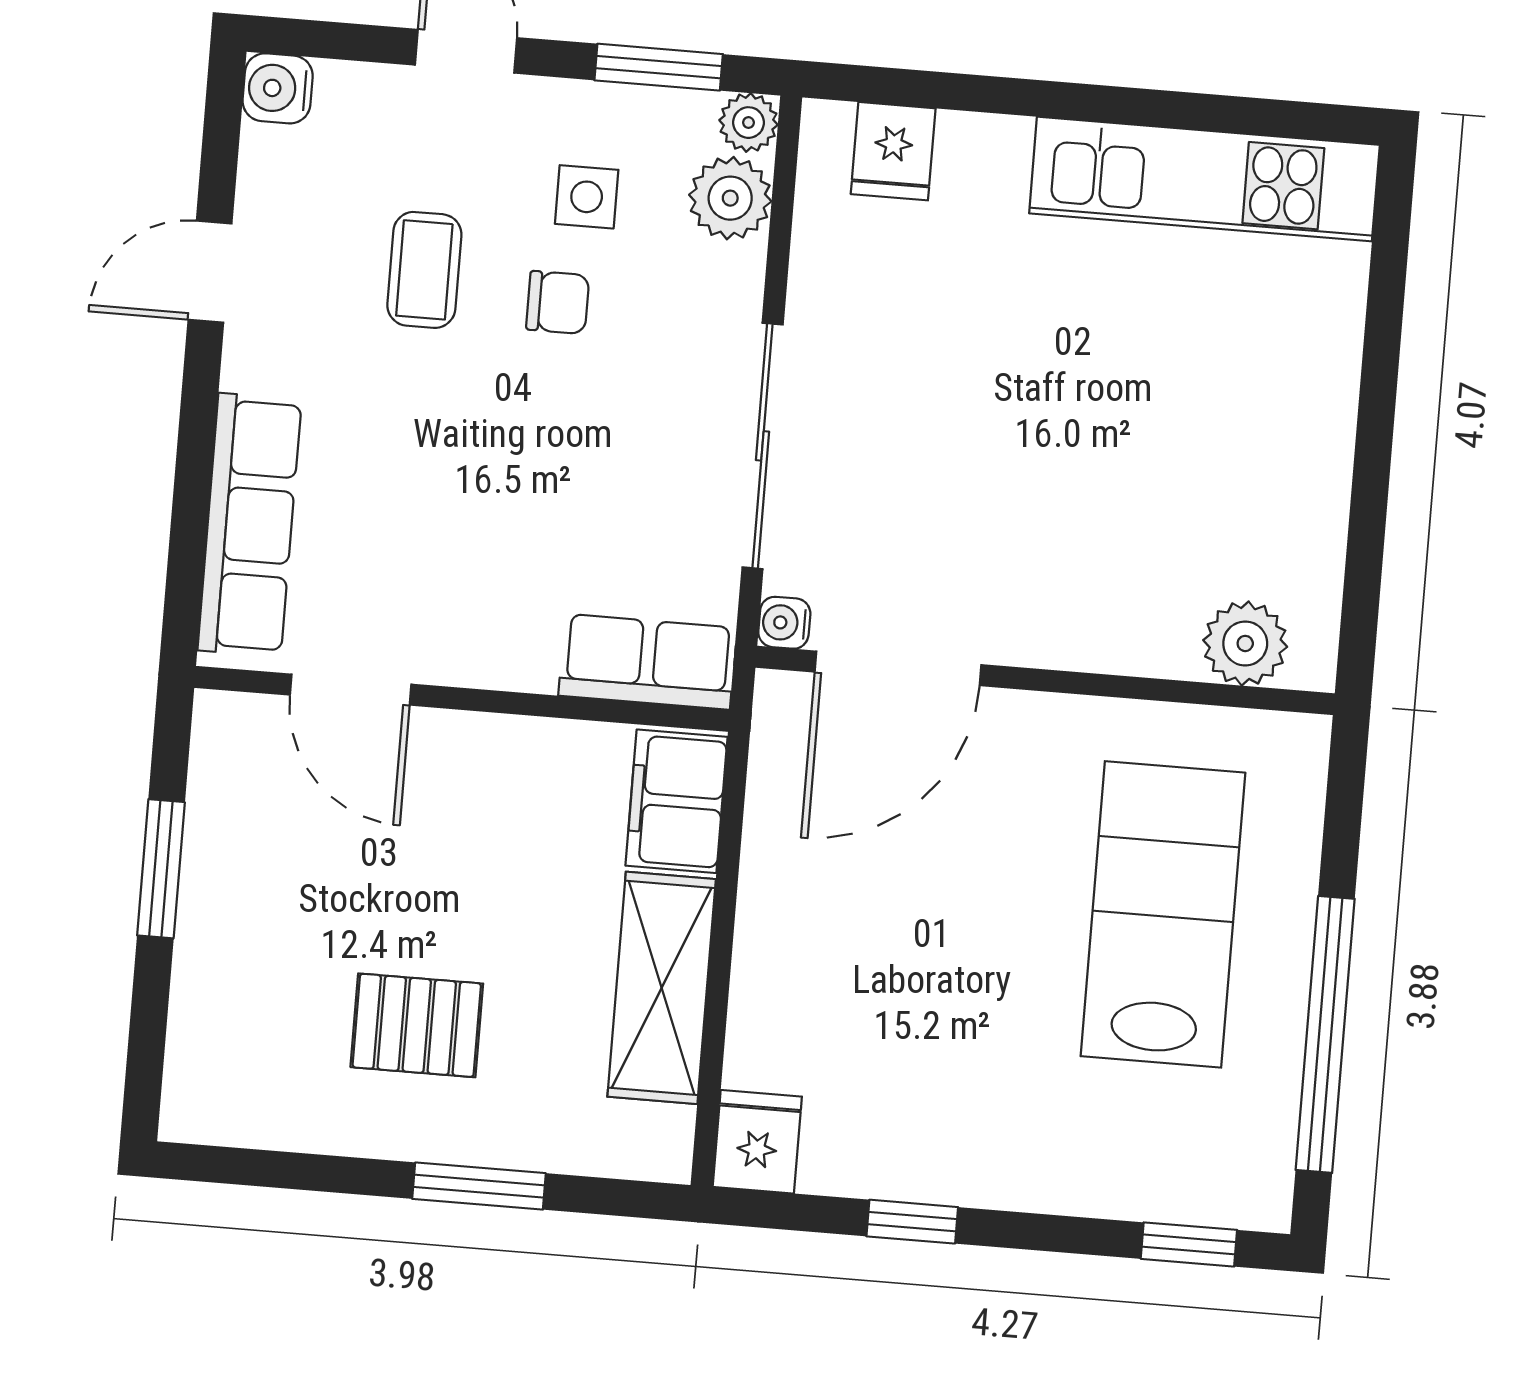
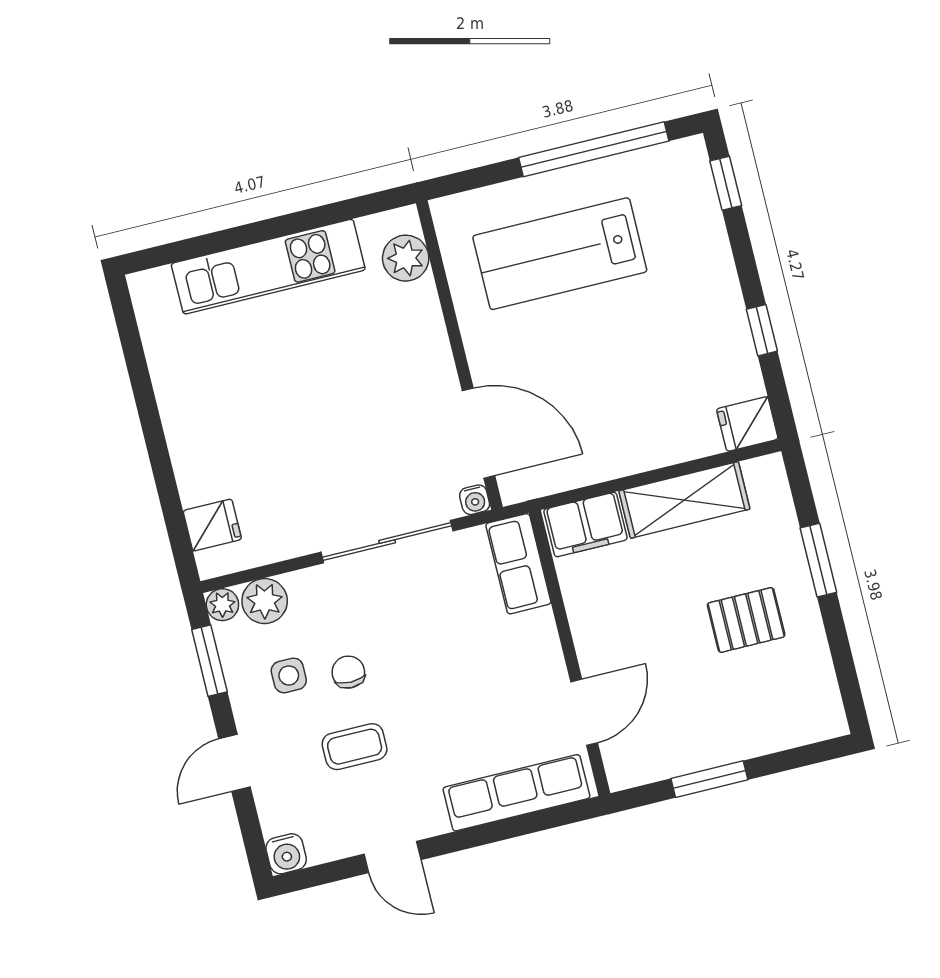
kitchen unit: (1204, 179) -> (268, 267), moved, turned 90
pallet: (417, 1025) -> (746, 620), turned 90

